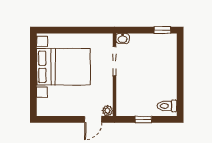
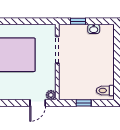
window: (162, 30) -> (78, 21), moved
washbasin: (123, 38) -> (94, 29), moved

